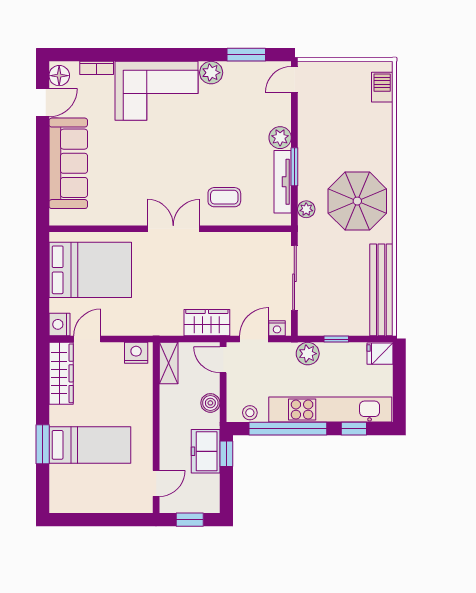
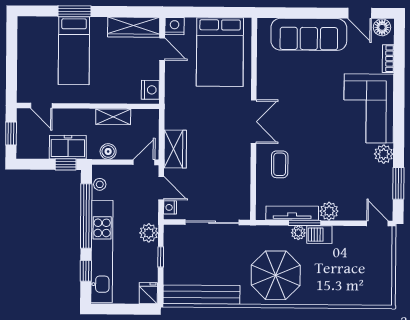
barbecue: (382, 87) -> (319, 235), moved, turned 180
plant: (306, 209) -> (298, 233), moved
shelving: (169, 363) -> (113, 117), moved

